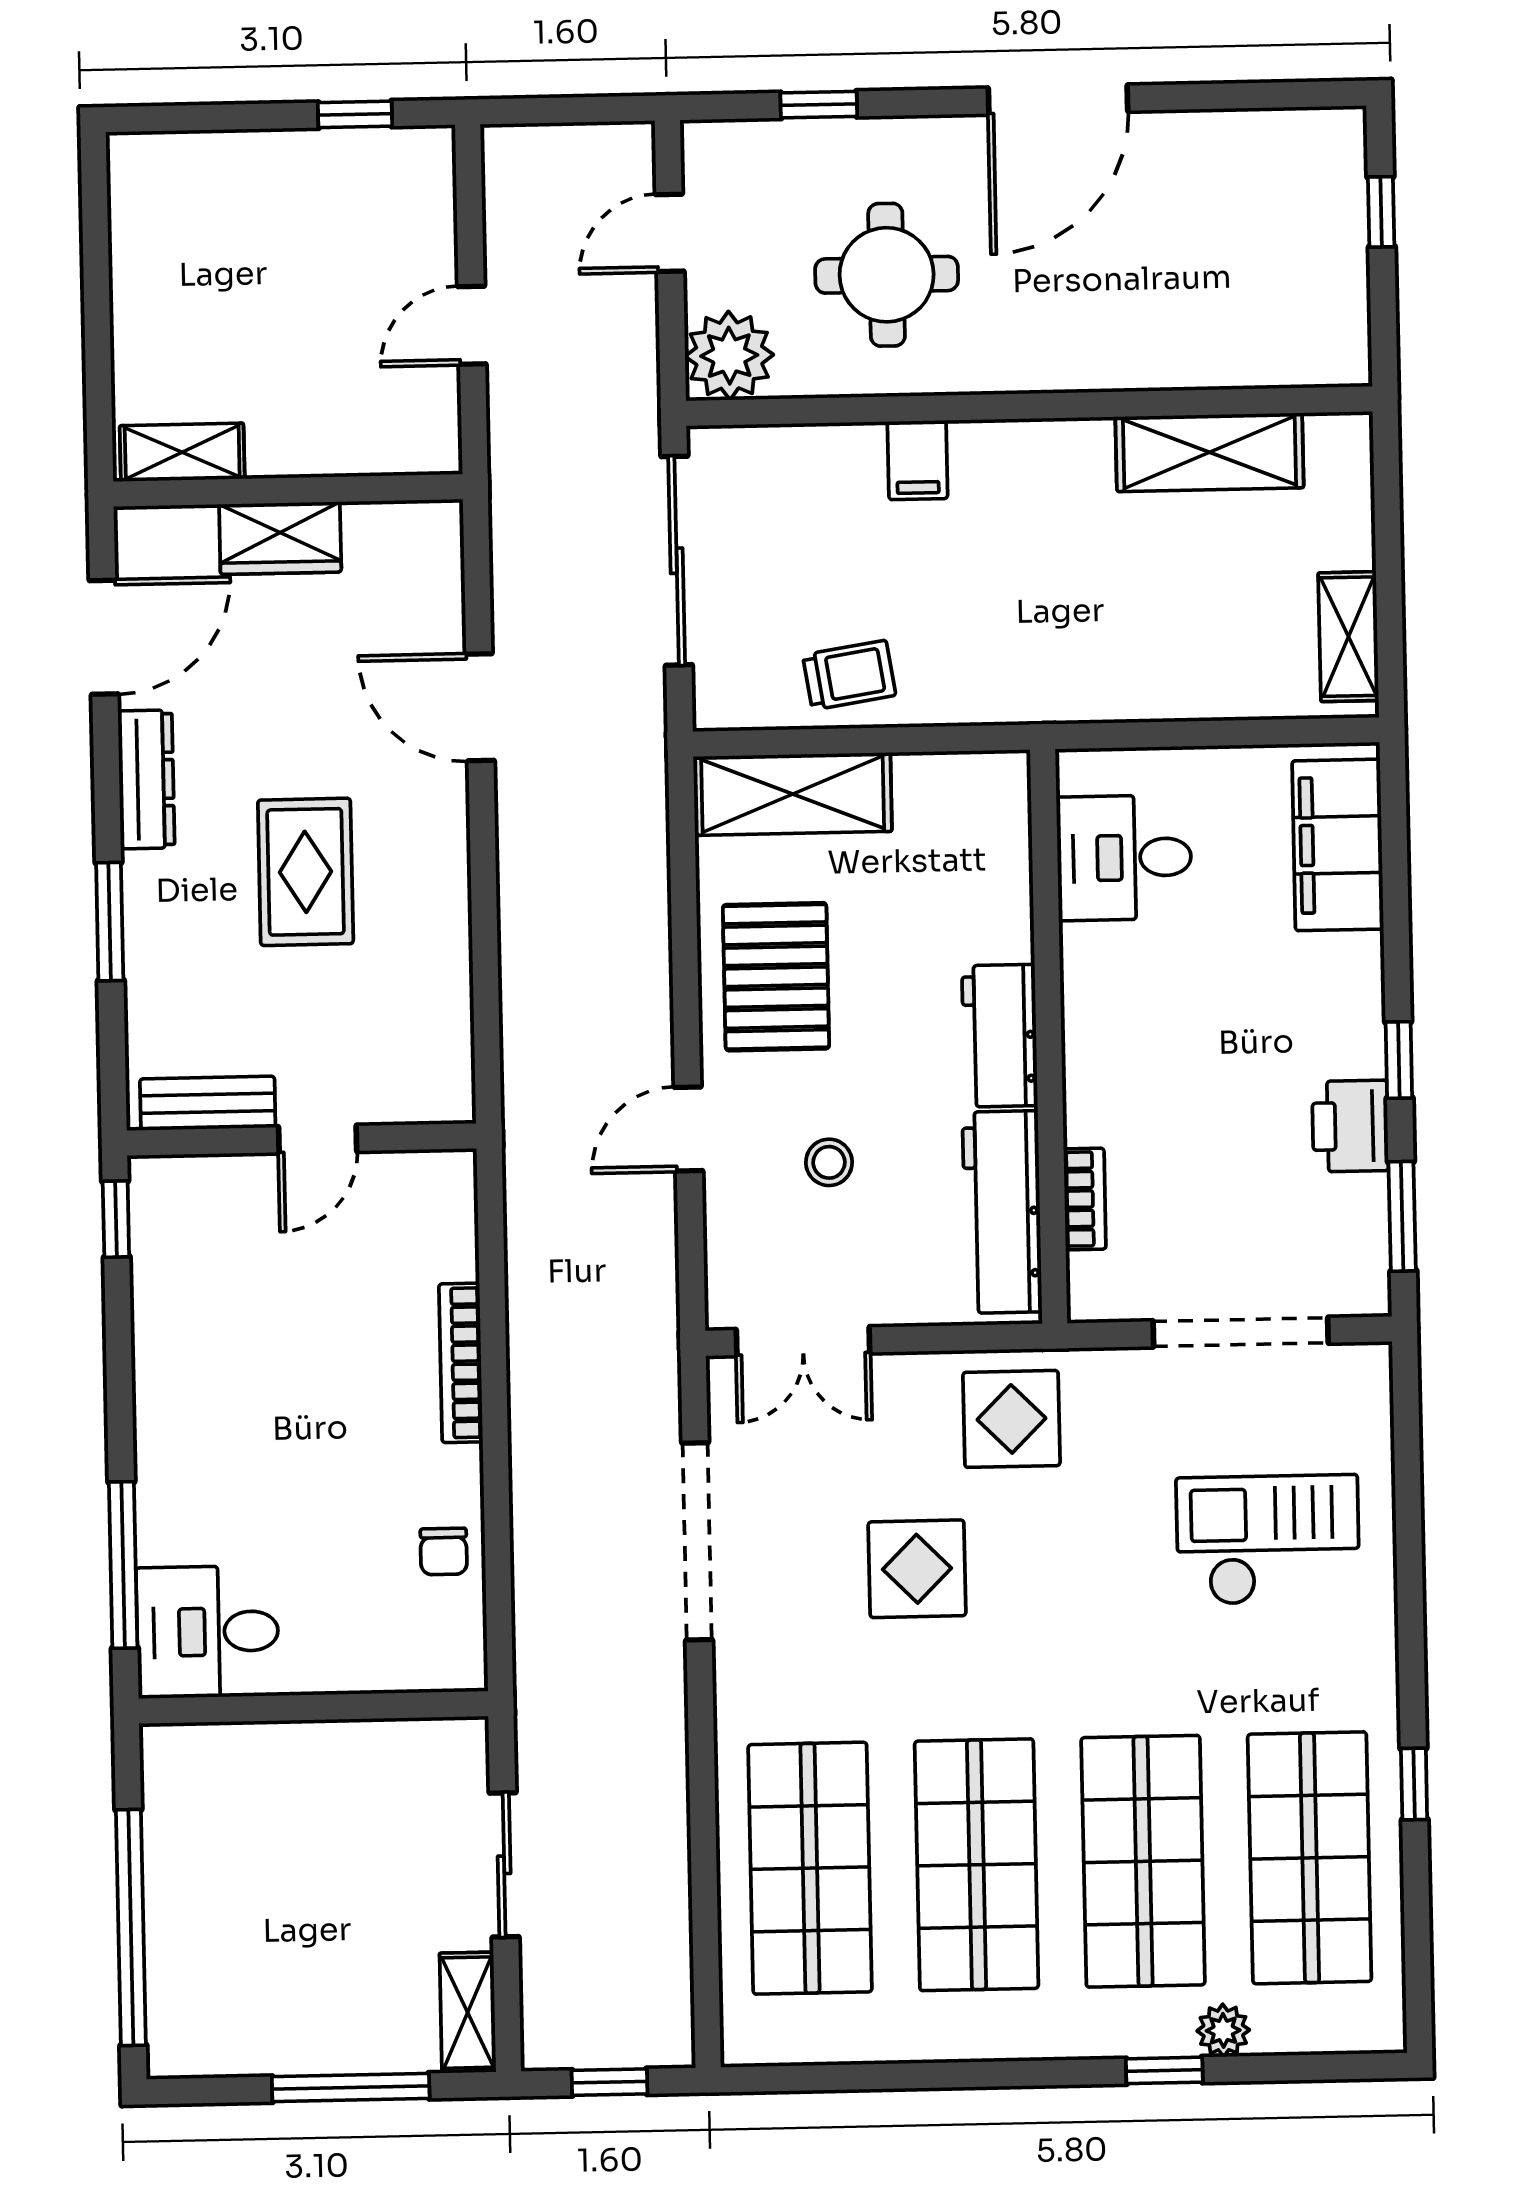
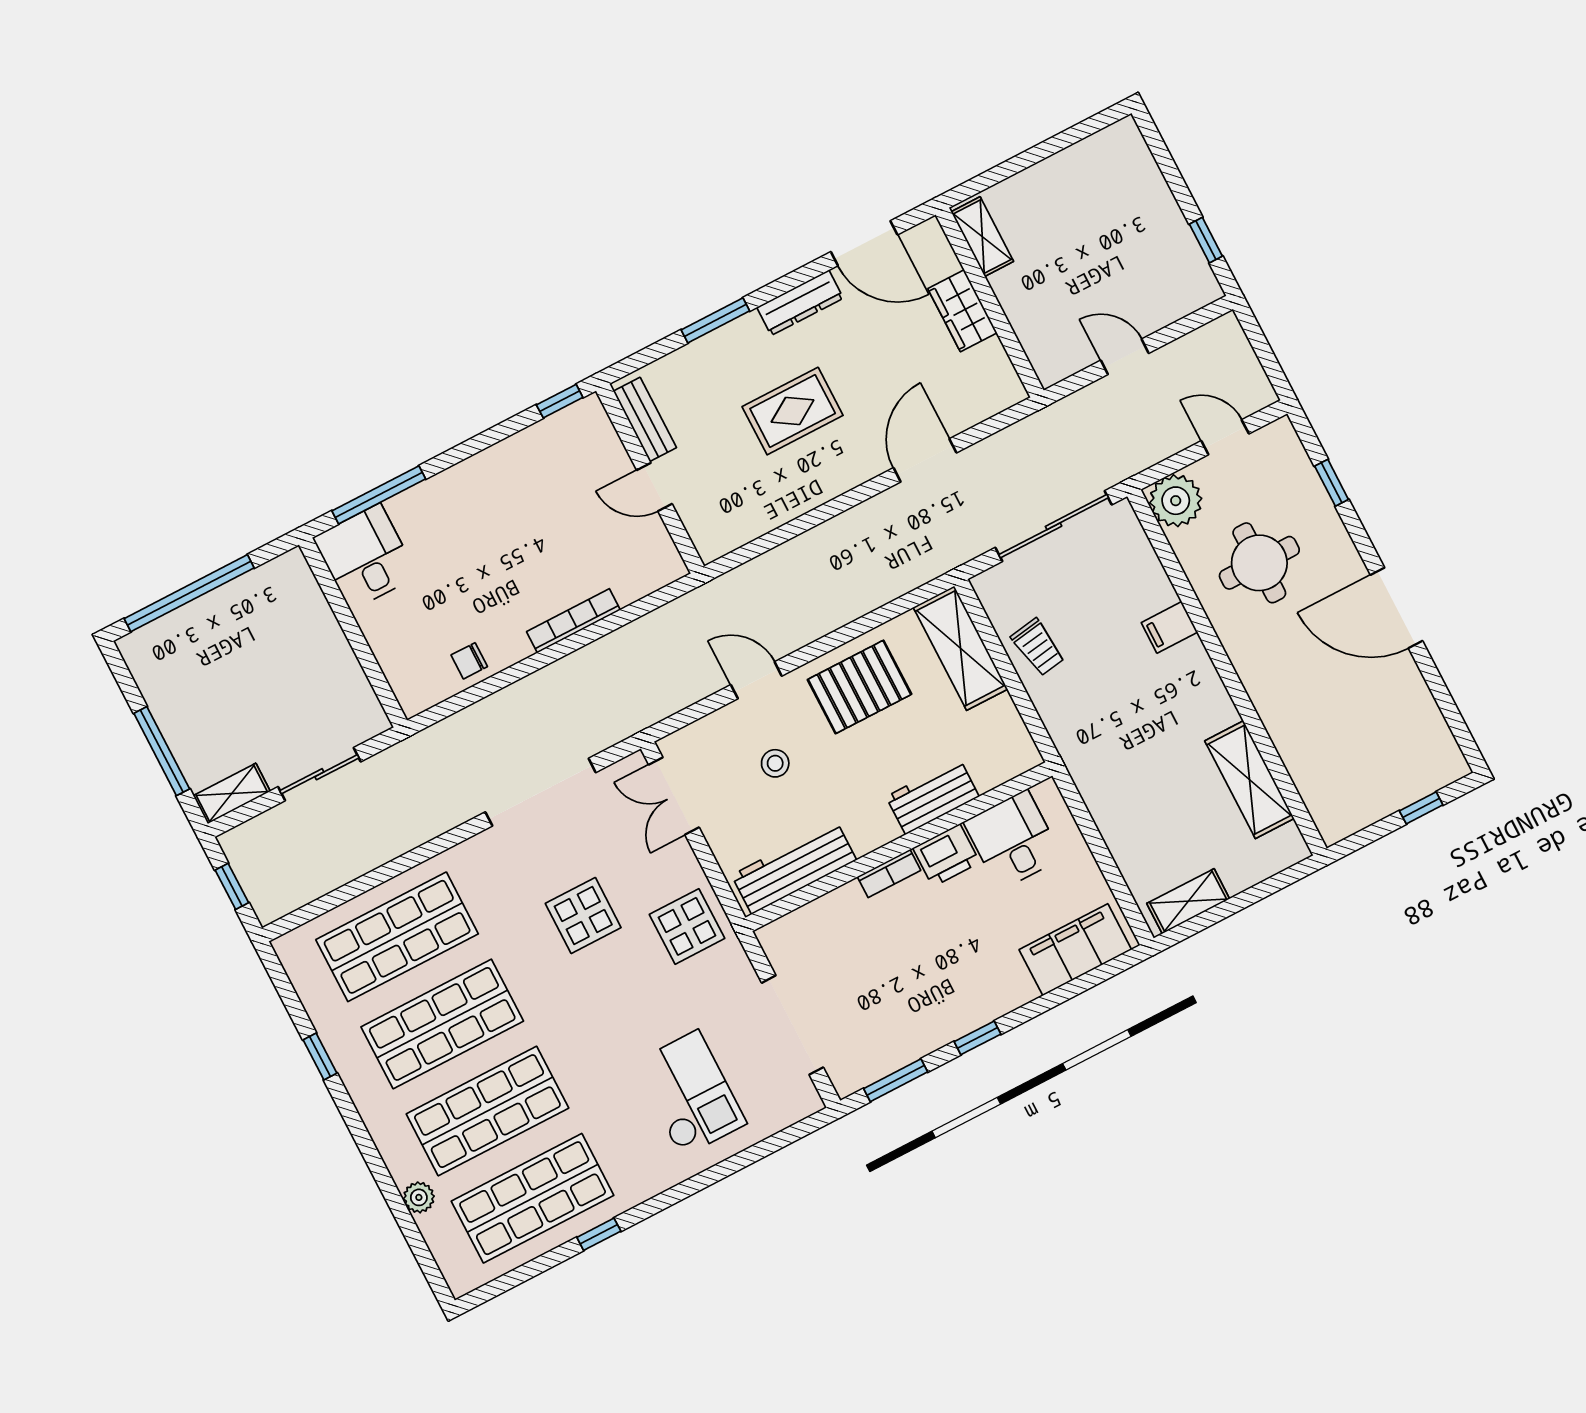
workbench: (1000, 1036) -> (933, 797), moved
printer: (1350, 1126) -> (946, 855), moved, turned 180
bookcase: (1085, 1199) -> (889, 873), moved
window: (1164, 2070) -> (320, 1056), moved

